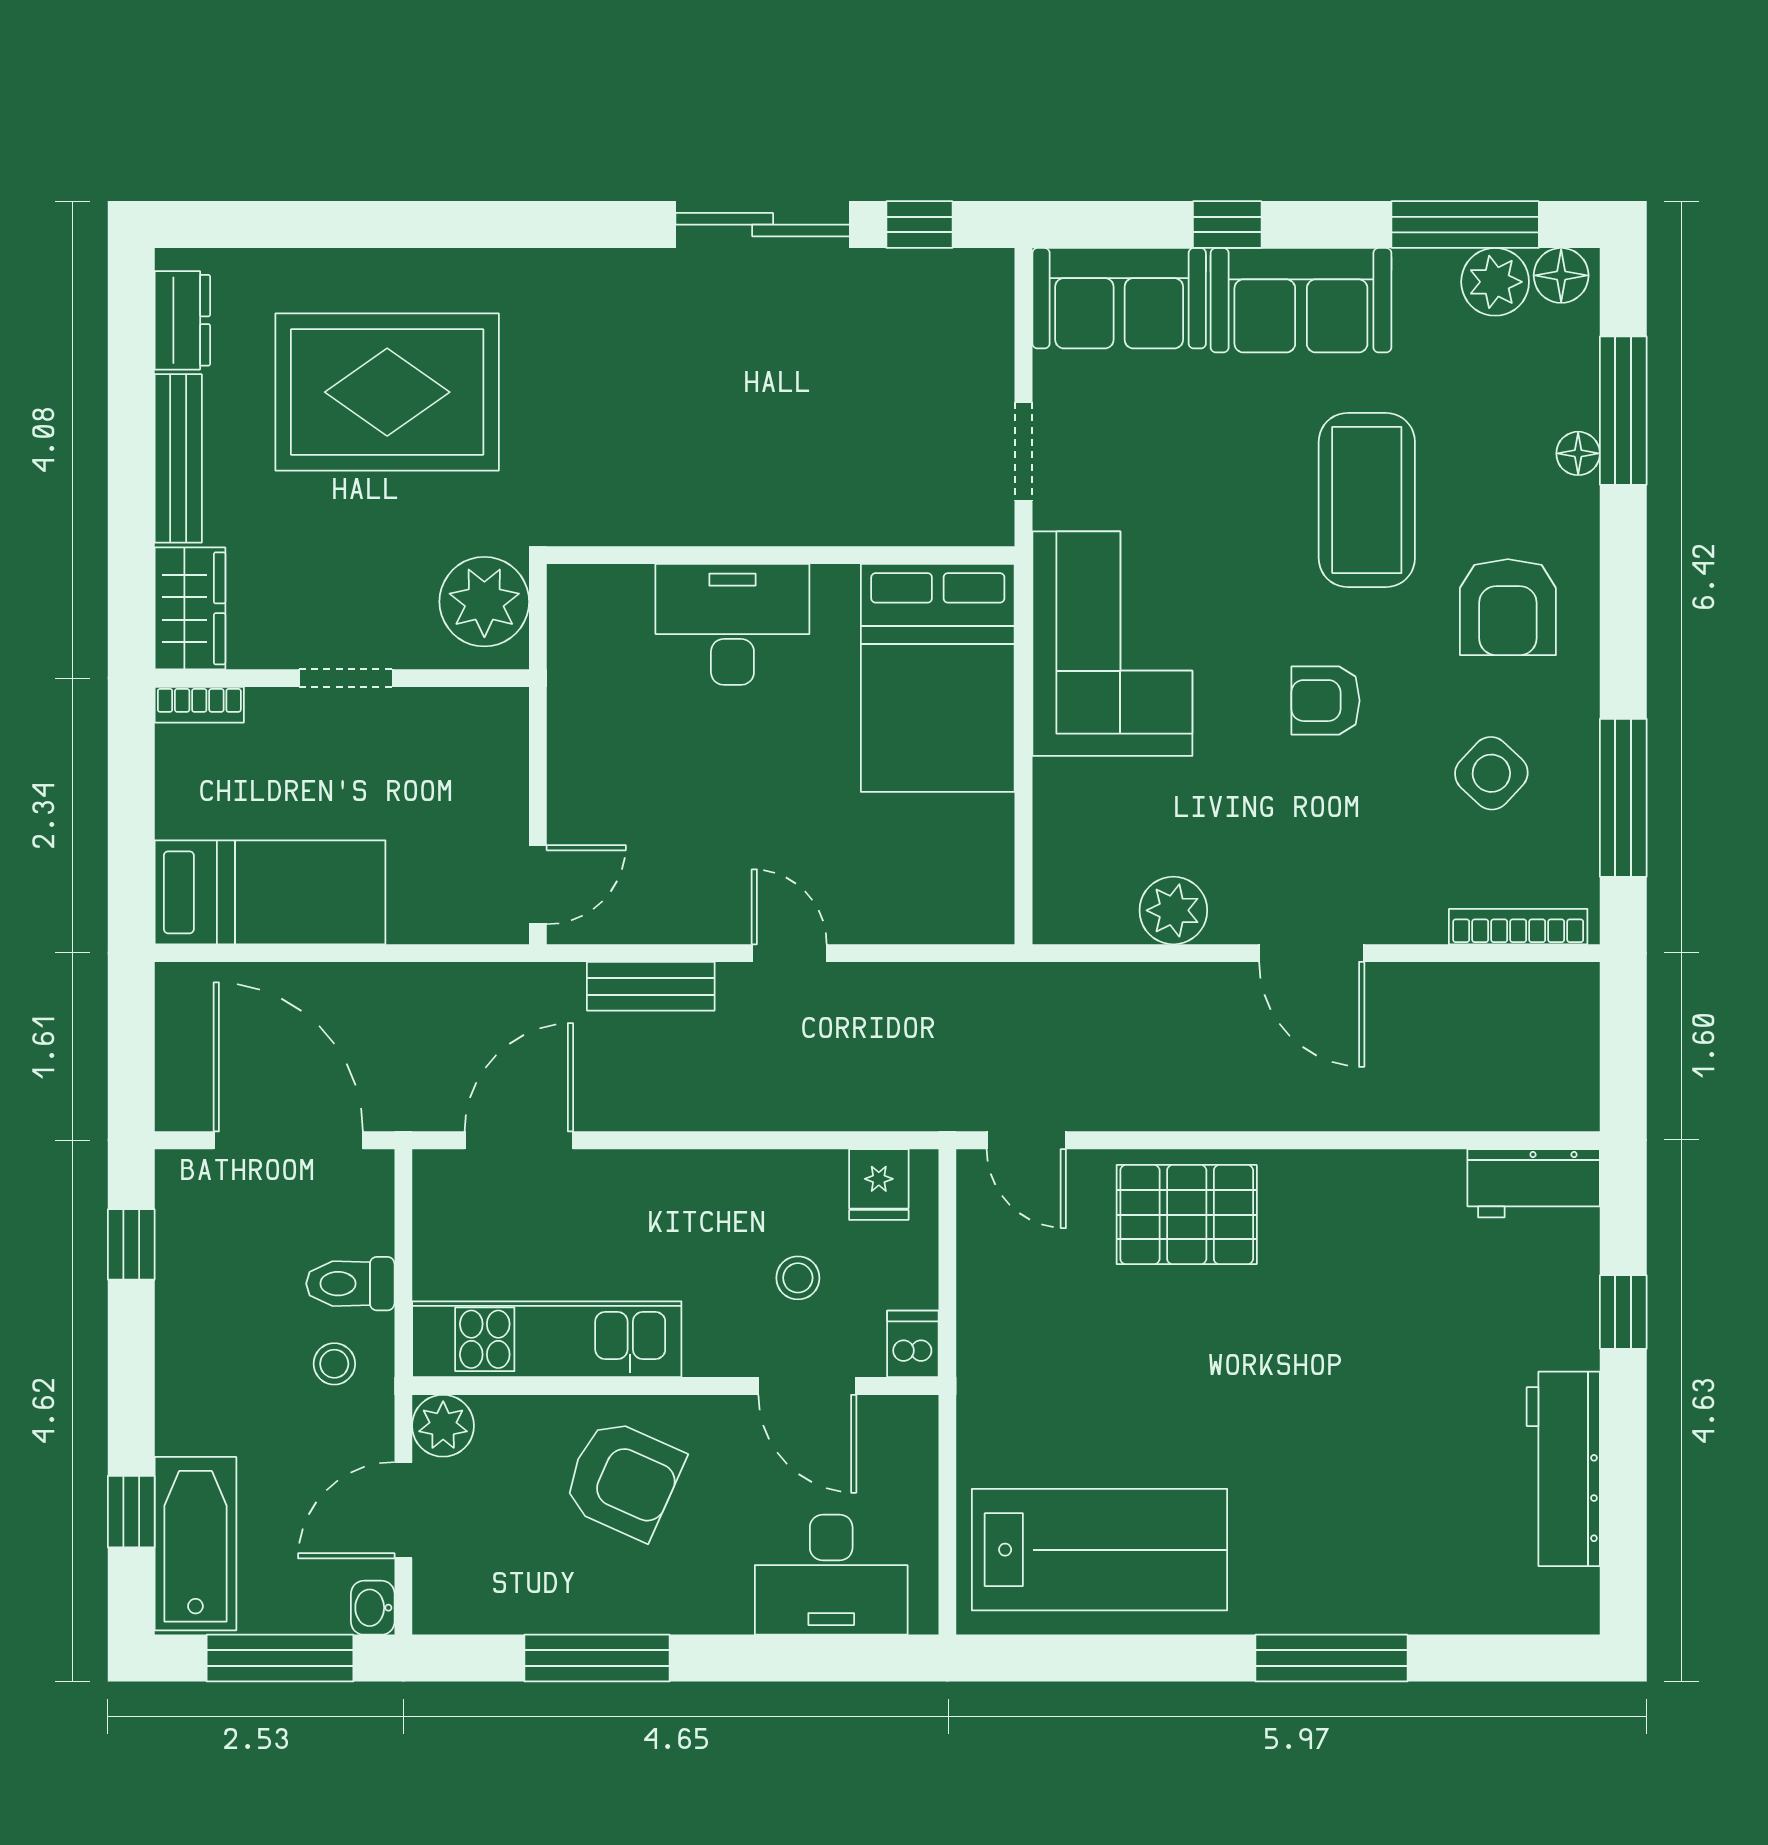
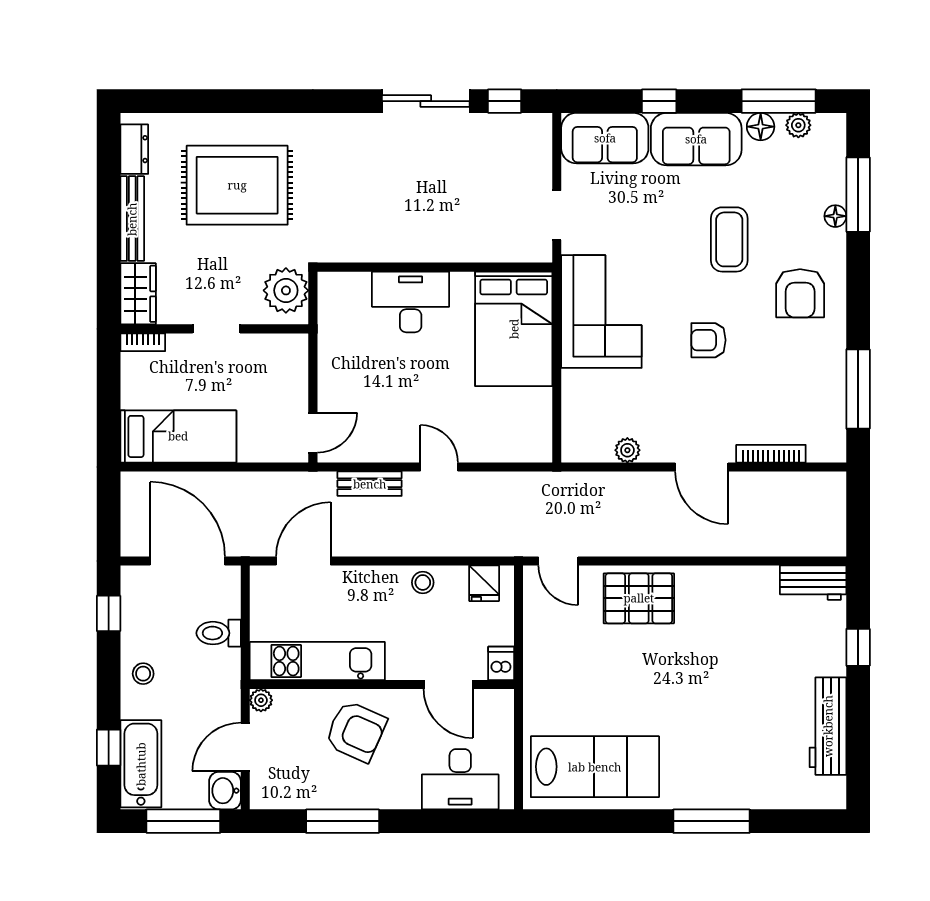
floor lamp: (1561, 275) -> (761, 127), moved
plant: (1495, 282) -> (798, 125), width x0.73, depth x0.73
coffee table: (1367, 500) -> (729, 239), width x0.73, depth x0.76
side table: (1491, 773) -> (792, 377), removed
plant: (1173, 910) -> (627, 450), width x0.73, depth x0.73
bookcase: (1518, 927) -> (771, 454), moved
stool: (798, 1278) -> (423, 582), moved
stool: (334, 1364) -> (143, 674), moved
plant: (443, 1426) -> (261, 700), width x0.73, depth x0.73
washbasin: (373, 1608) -> (225, 791), width x1.38, depth x1.45

